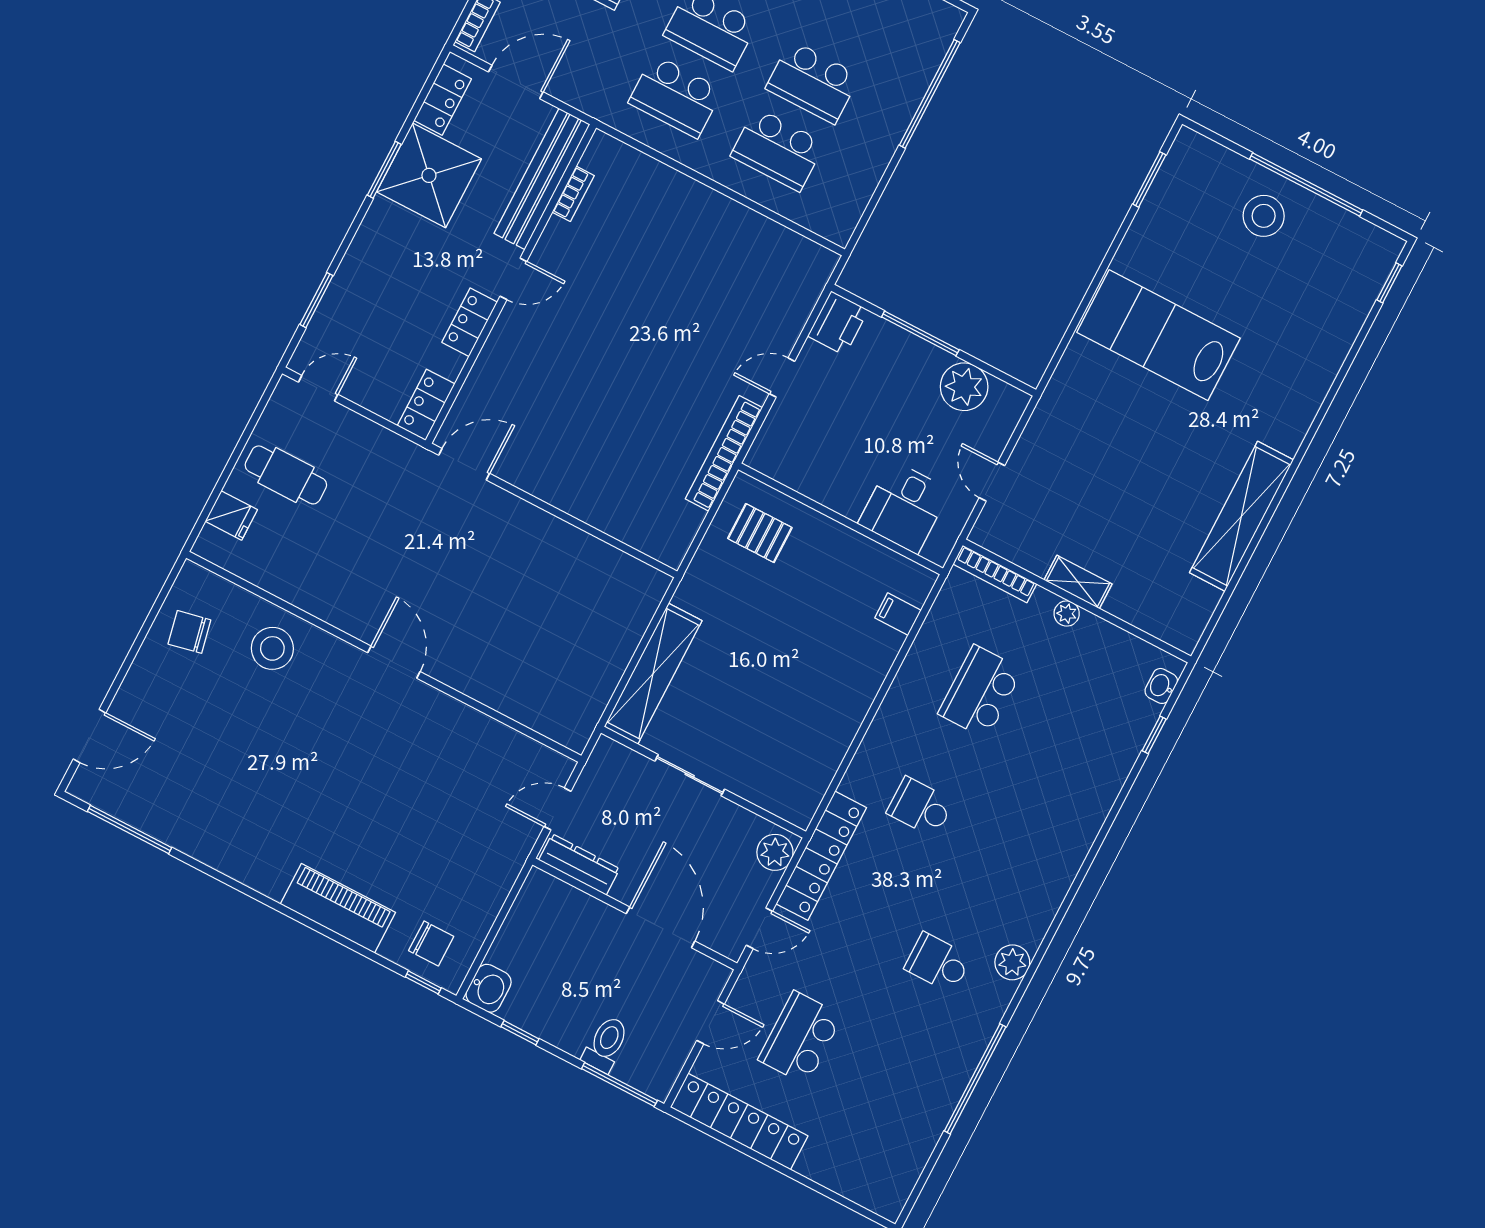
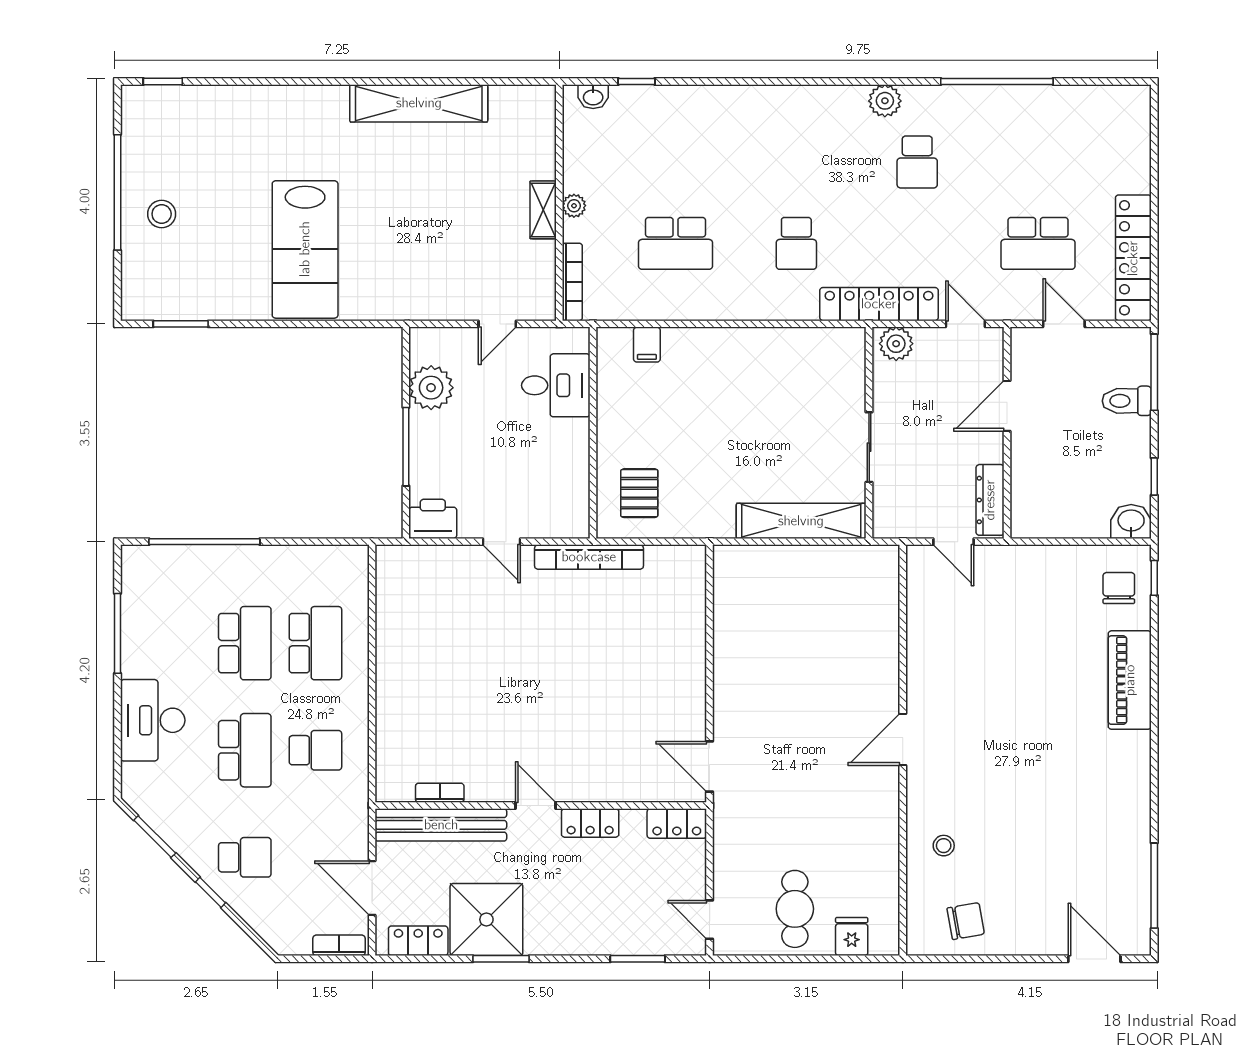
school desk: (675, 96) -> (315, 750), width x0.54
stool: (1264, 216) -> (162, 214), width x0.73, depth x0.73
chair: (189, 632) -> (966, 921), turned -88
stool: (272, 648) -> (944, 846), width x0.53, depth x0.53
door: (661, 927) -> (1007, 406), width x0.73

